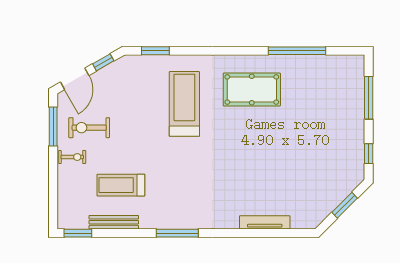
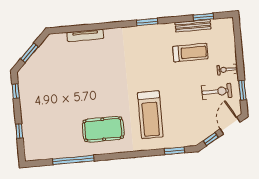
window: (369, 98) -> (19, 131), width x0.46
window: (53, 126) -> (242, 90), width x0.69
window: (78, 233) -> (203, 17), moved
window: (177, 233) -> (147, 22), width x0.69

